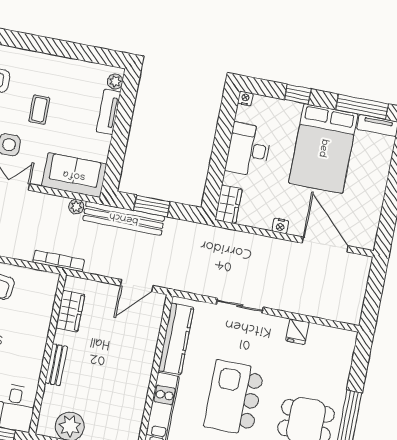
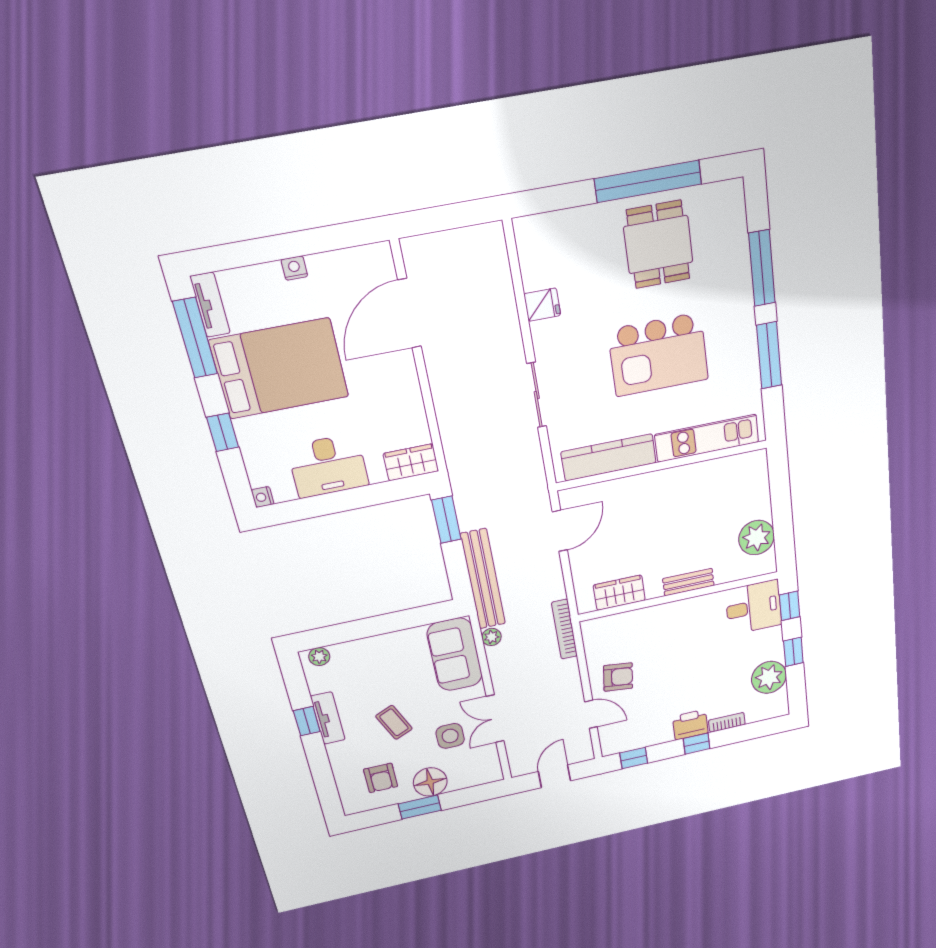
window: (69, 50) -> (307, 721), added
coffee table: (39, 110) -> (394, 722), turned 66
tv unit: (108, 112) -> (328, 718), moved, turned -90
window: (152, 206) -> (446, 520), moved
nightstand: (280, 226) -> (294, 268), moved, turned -90
door: (137, 286) -> (560, 531), hinge flipped

